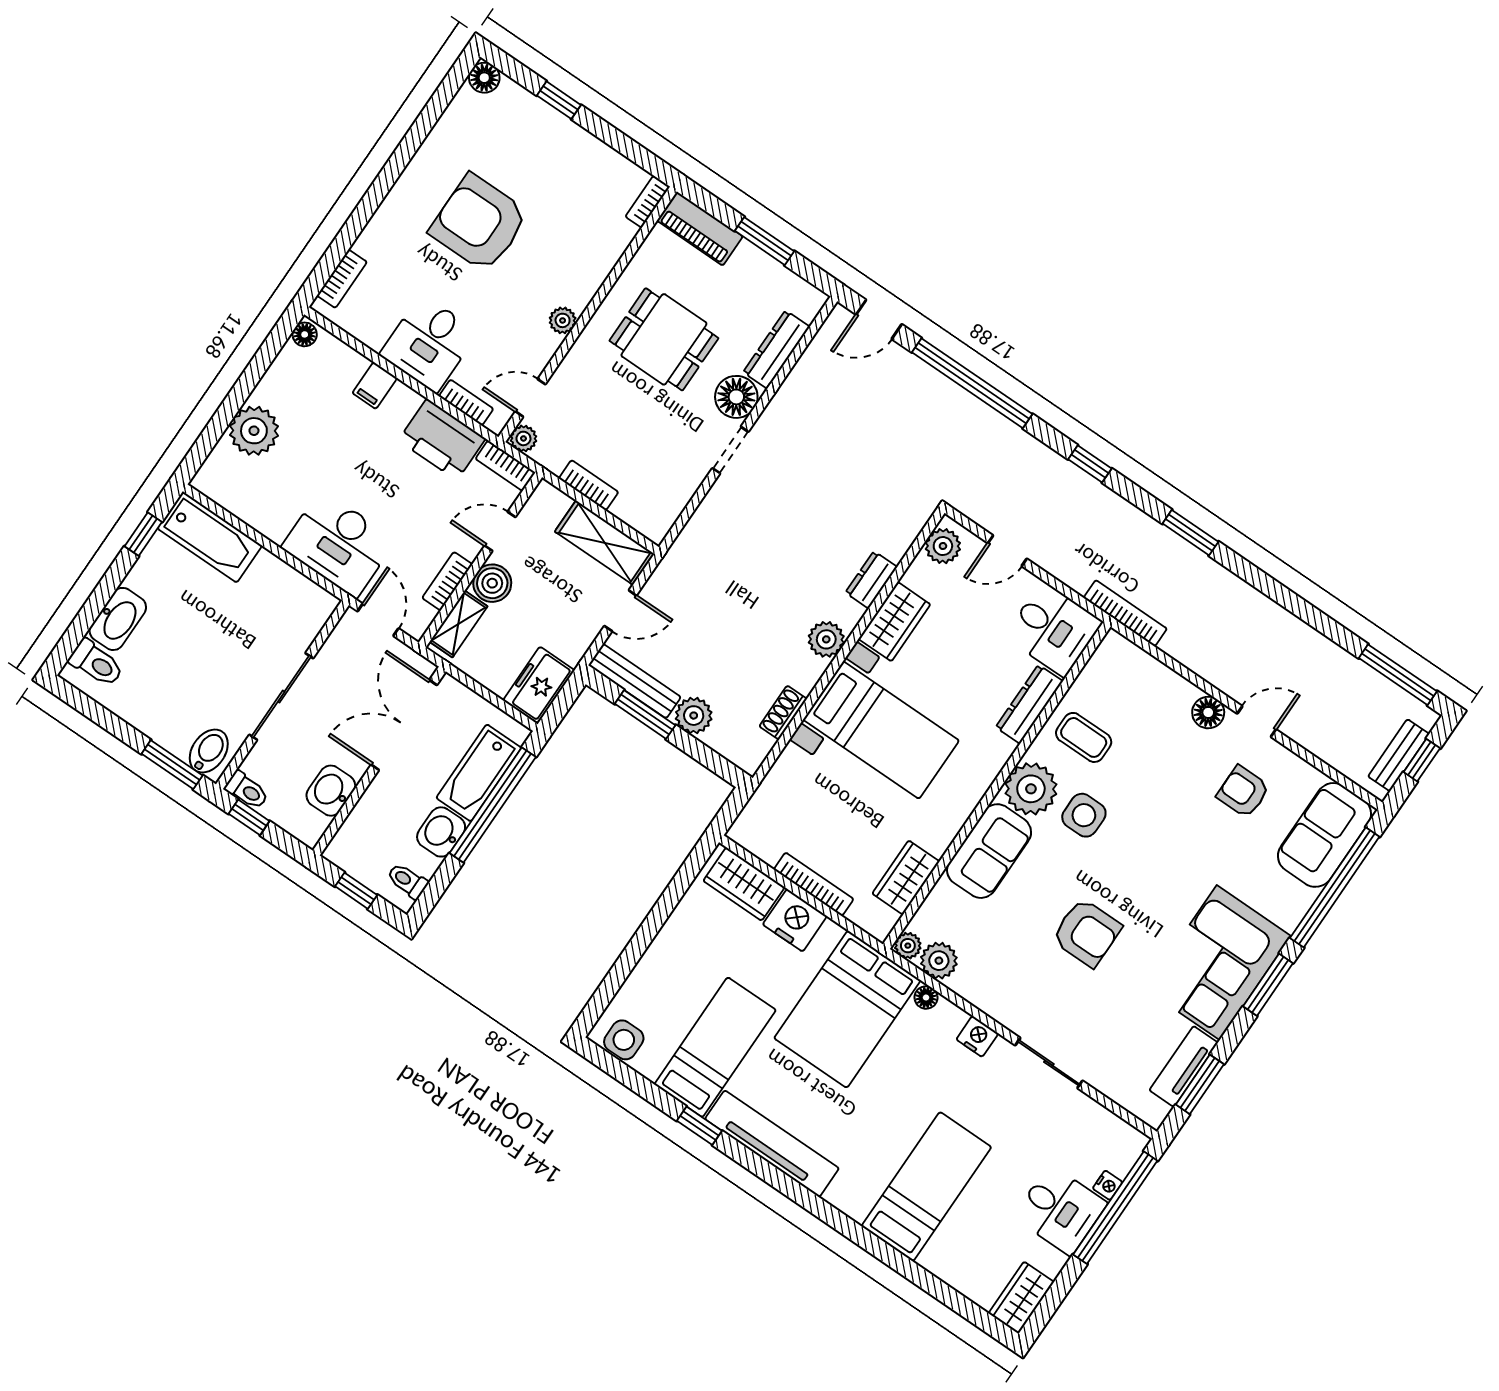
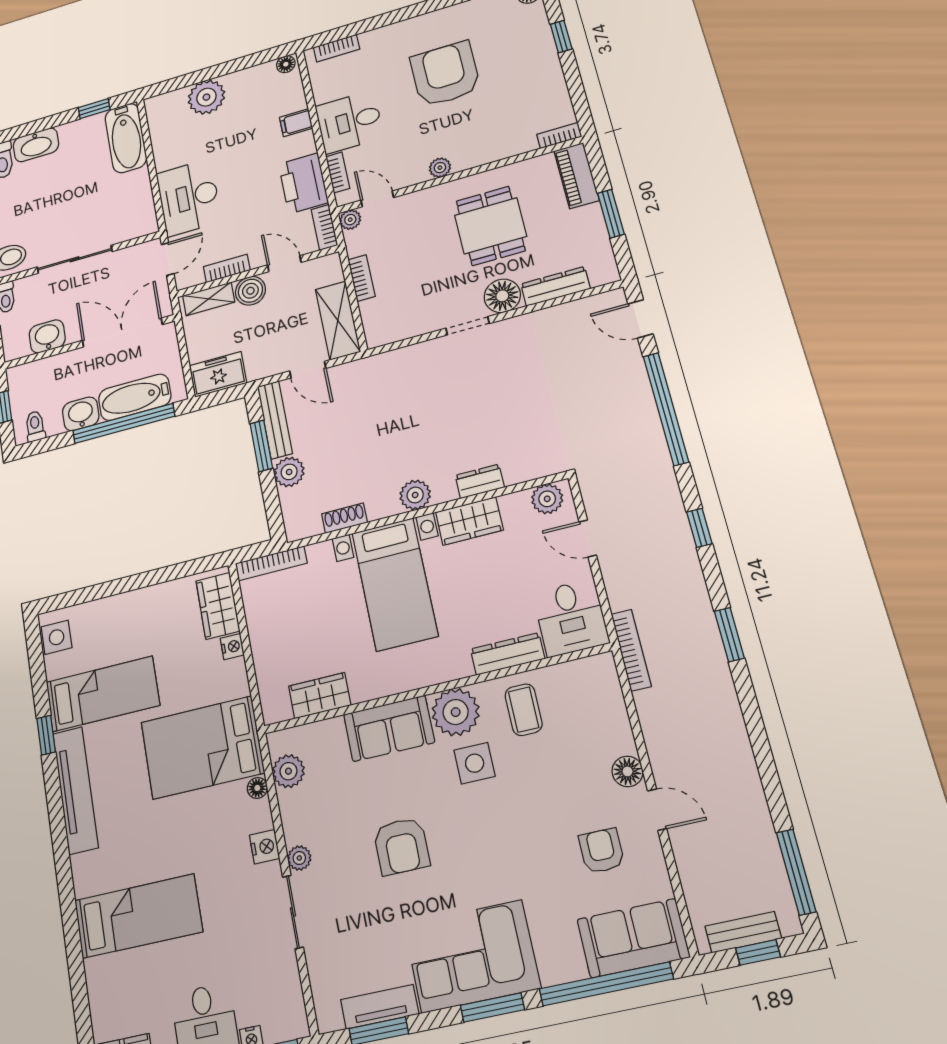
bookcase: (814, 884) -> (271, 563), moved, turned 90
nightstand: (795, 920) -> (232, 647), width x0.53, depth x0.56
plant: (908, 946) -> (299, 858), moved

